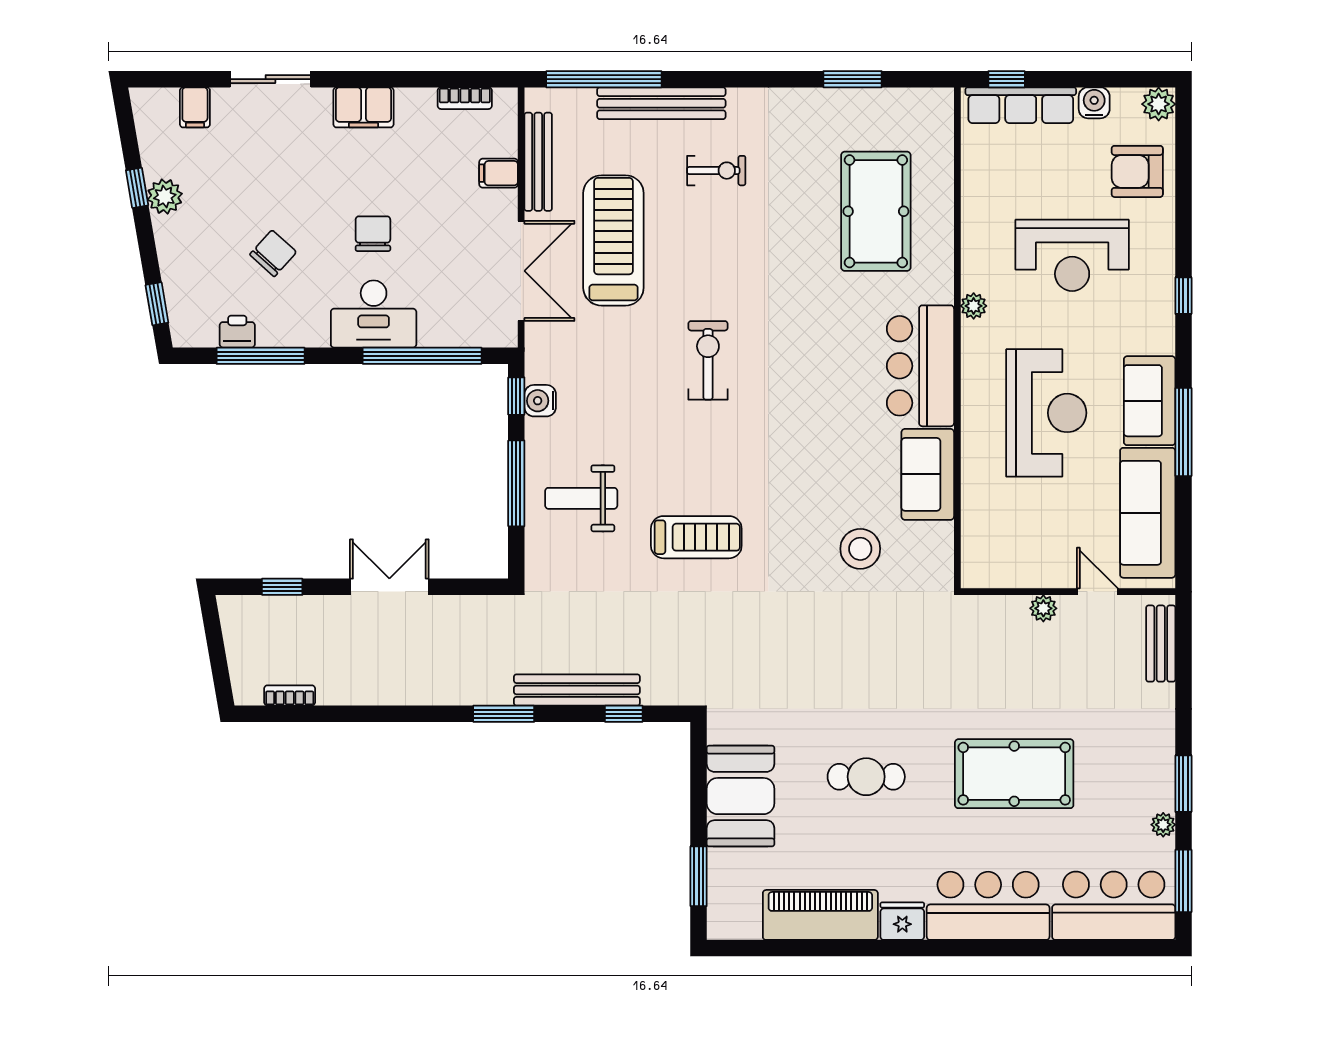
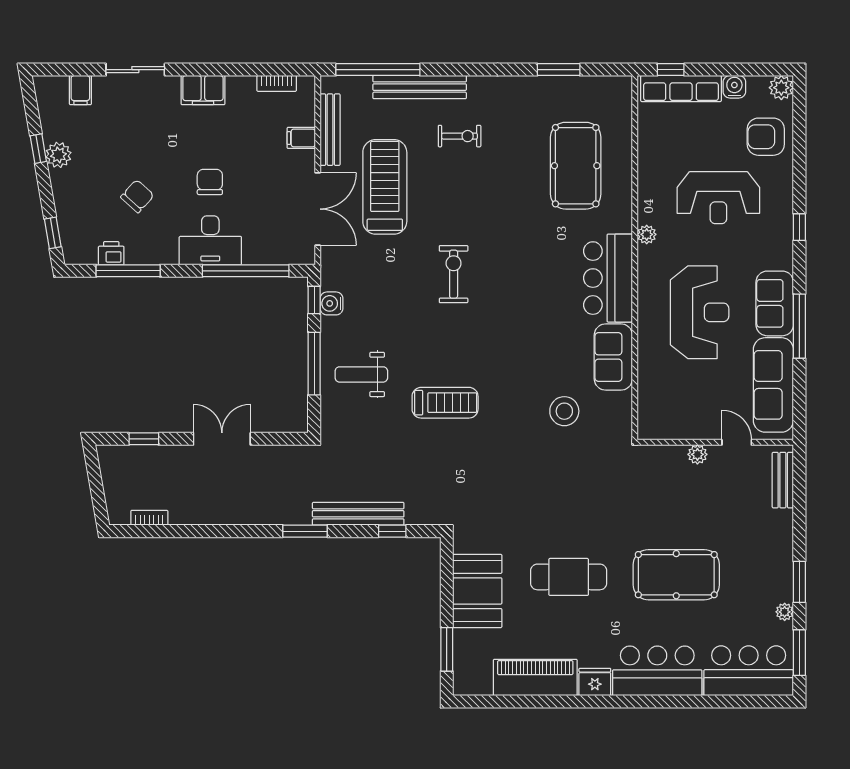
cafe table: (866, 777) -> (569, 577), width x1.37, depth x1.35

